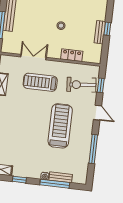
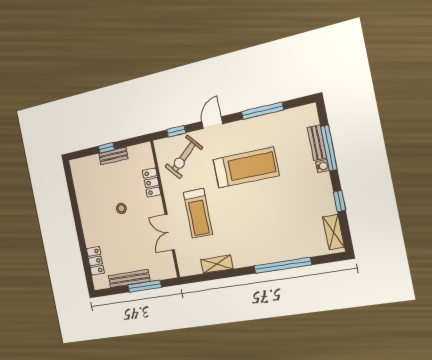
exercise bike: (81, 85) -> (184, 157), turned 54
treadmill: (60, 126) -> (246, 167), turned 180

